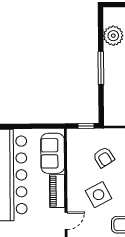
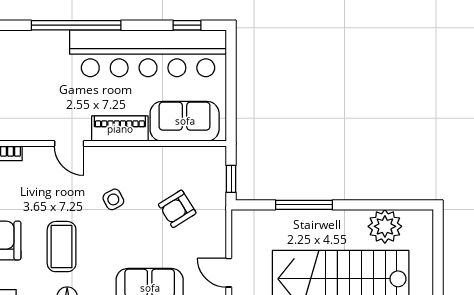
window: (101, 68) -> (304, 205), moved
side table: (99, 195) -> (113, 199), width x0.54, depth x0.54

